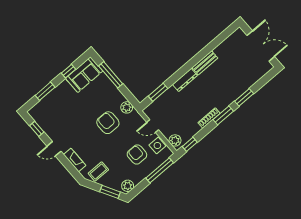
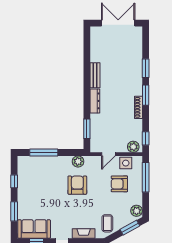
sofa: (84, 75) -> (34, 229), moved, turned -90
armchair: (108, 123) -> (77, 185), turned 90

